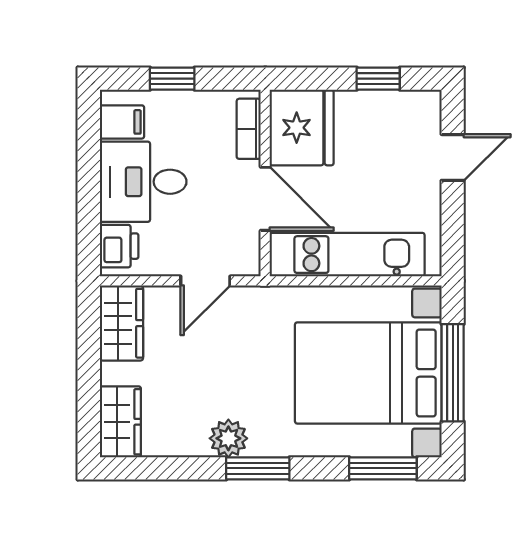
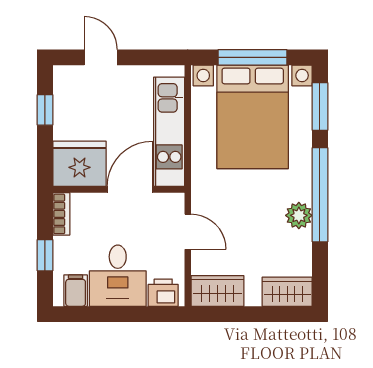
bookcase: (249, 129) -> (61, 214), moved, turned -90
window: (258, 468) -> (320, 195), width x2.11

